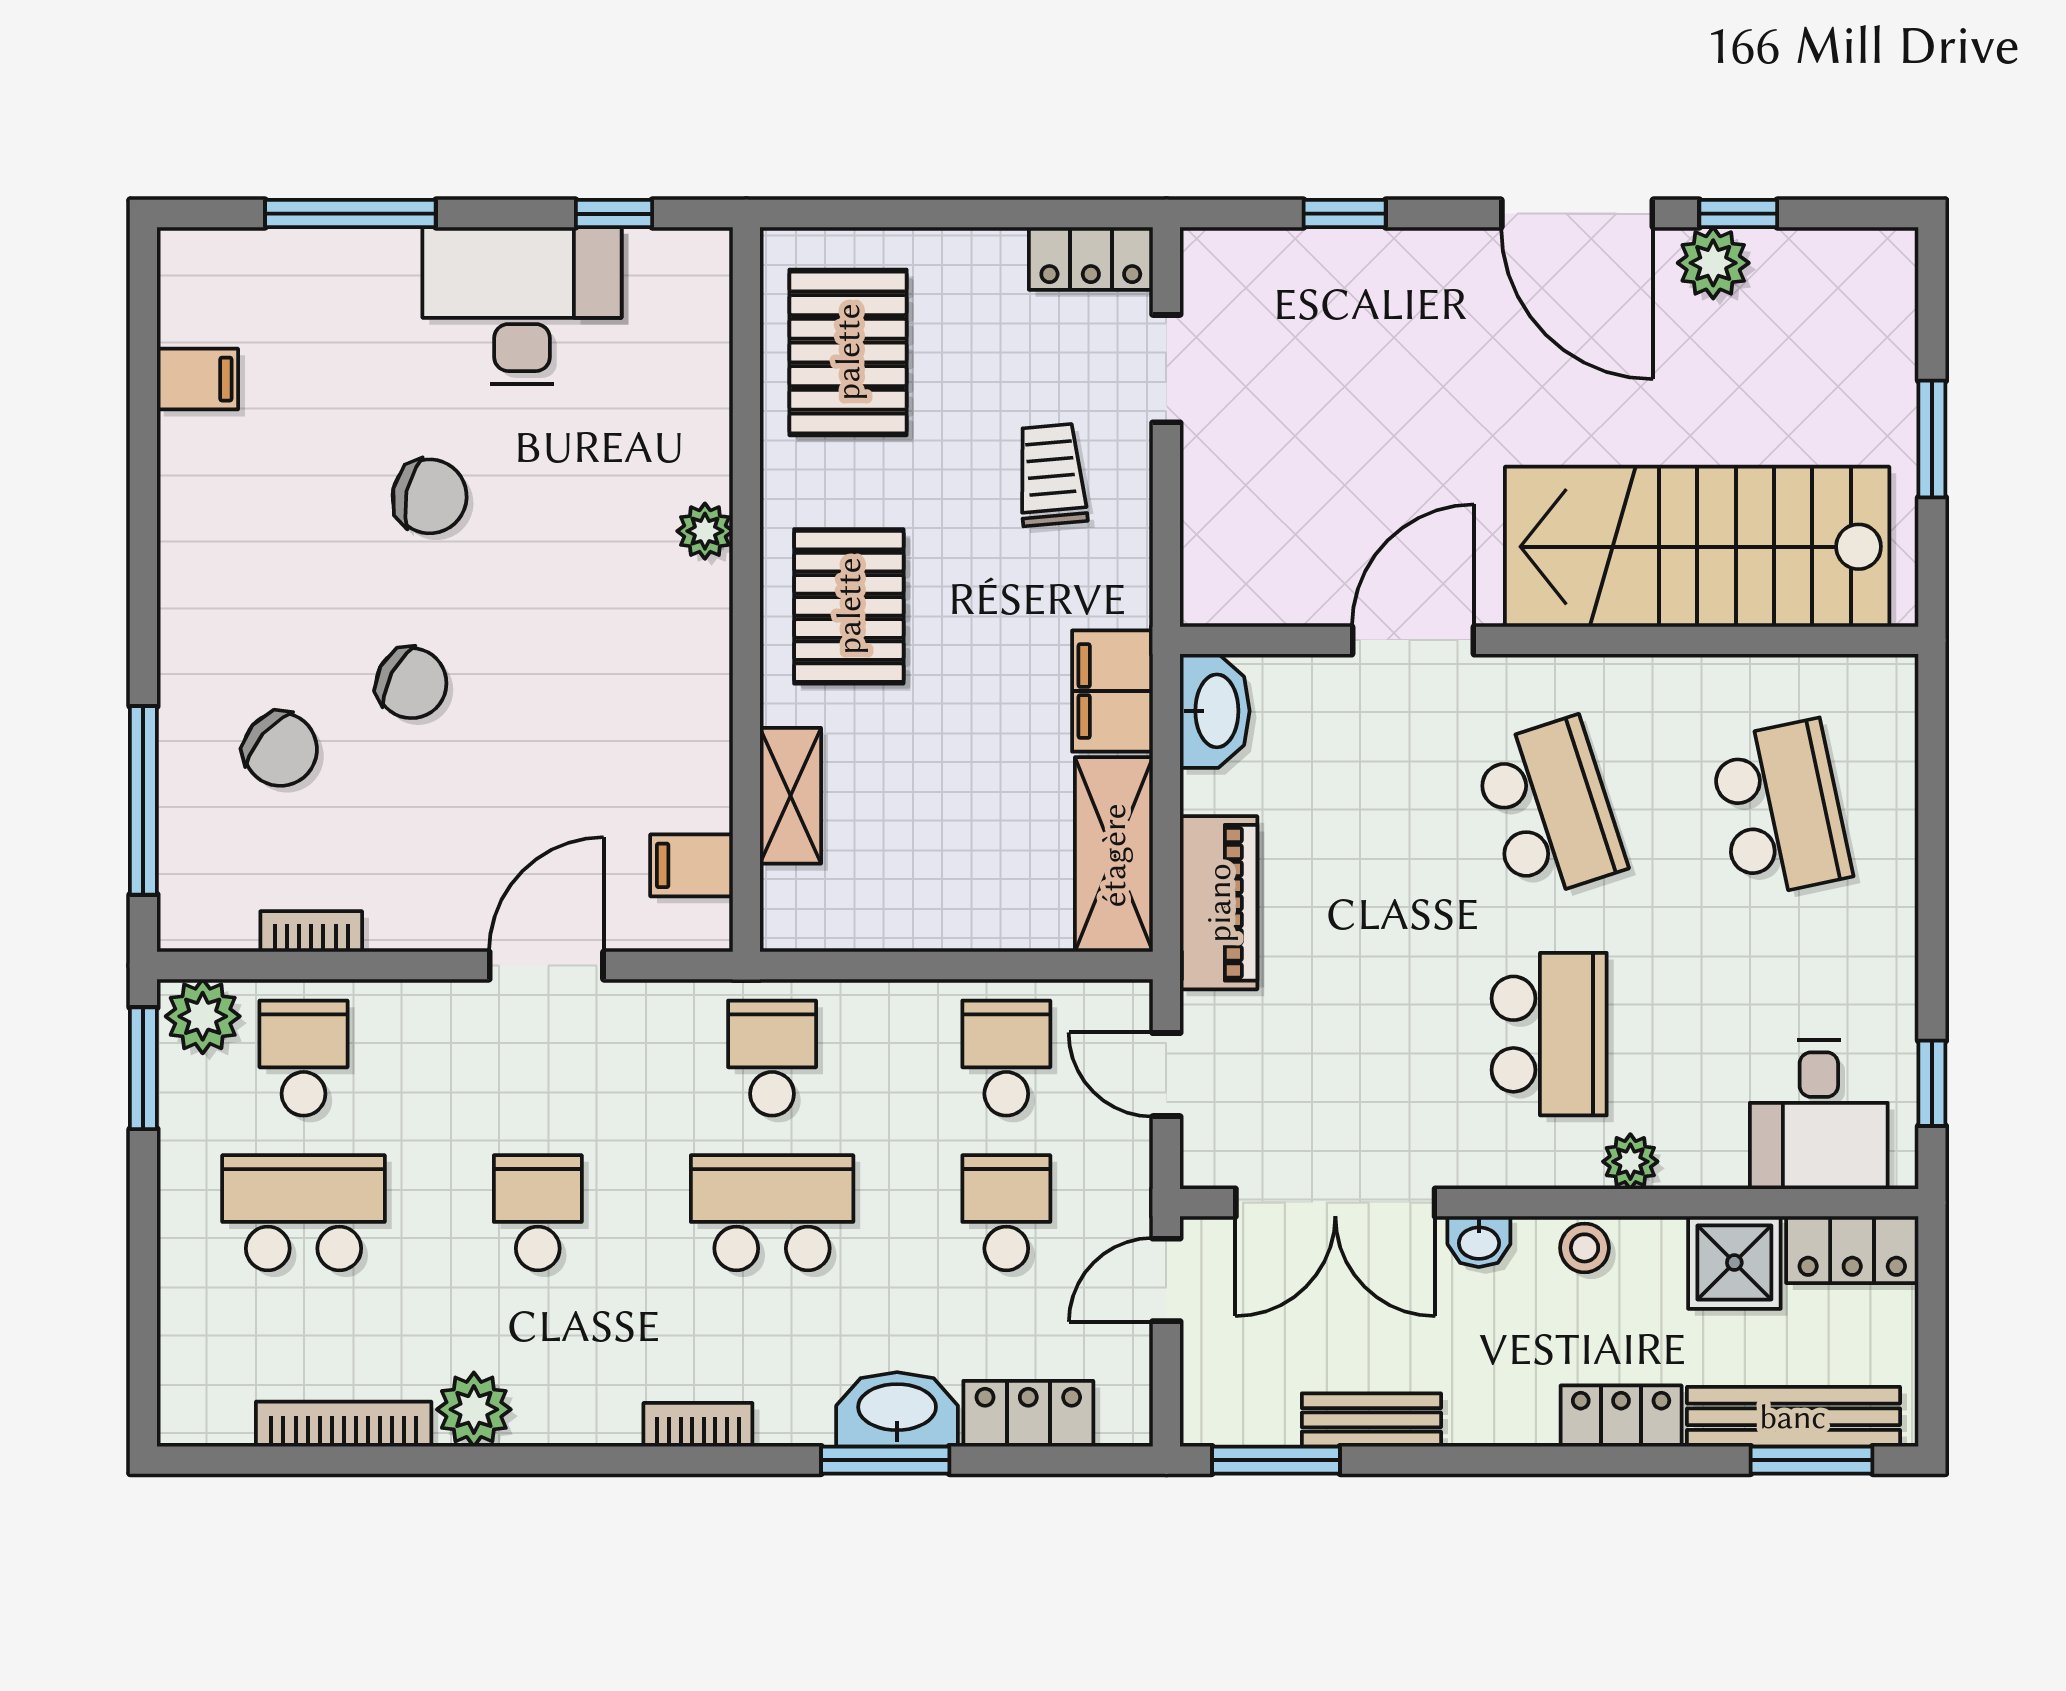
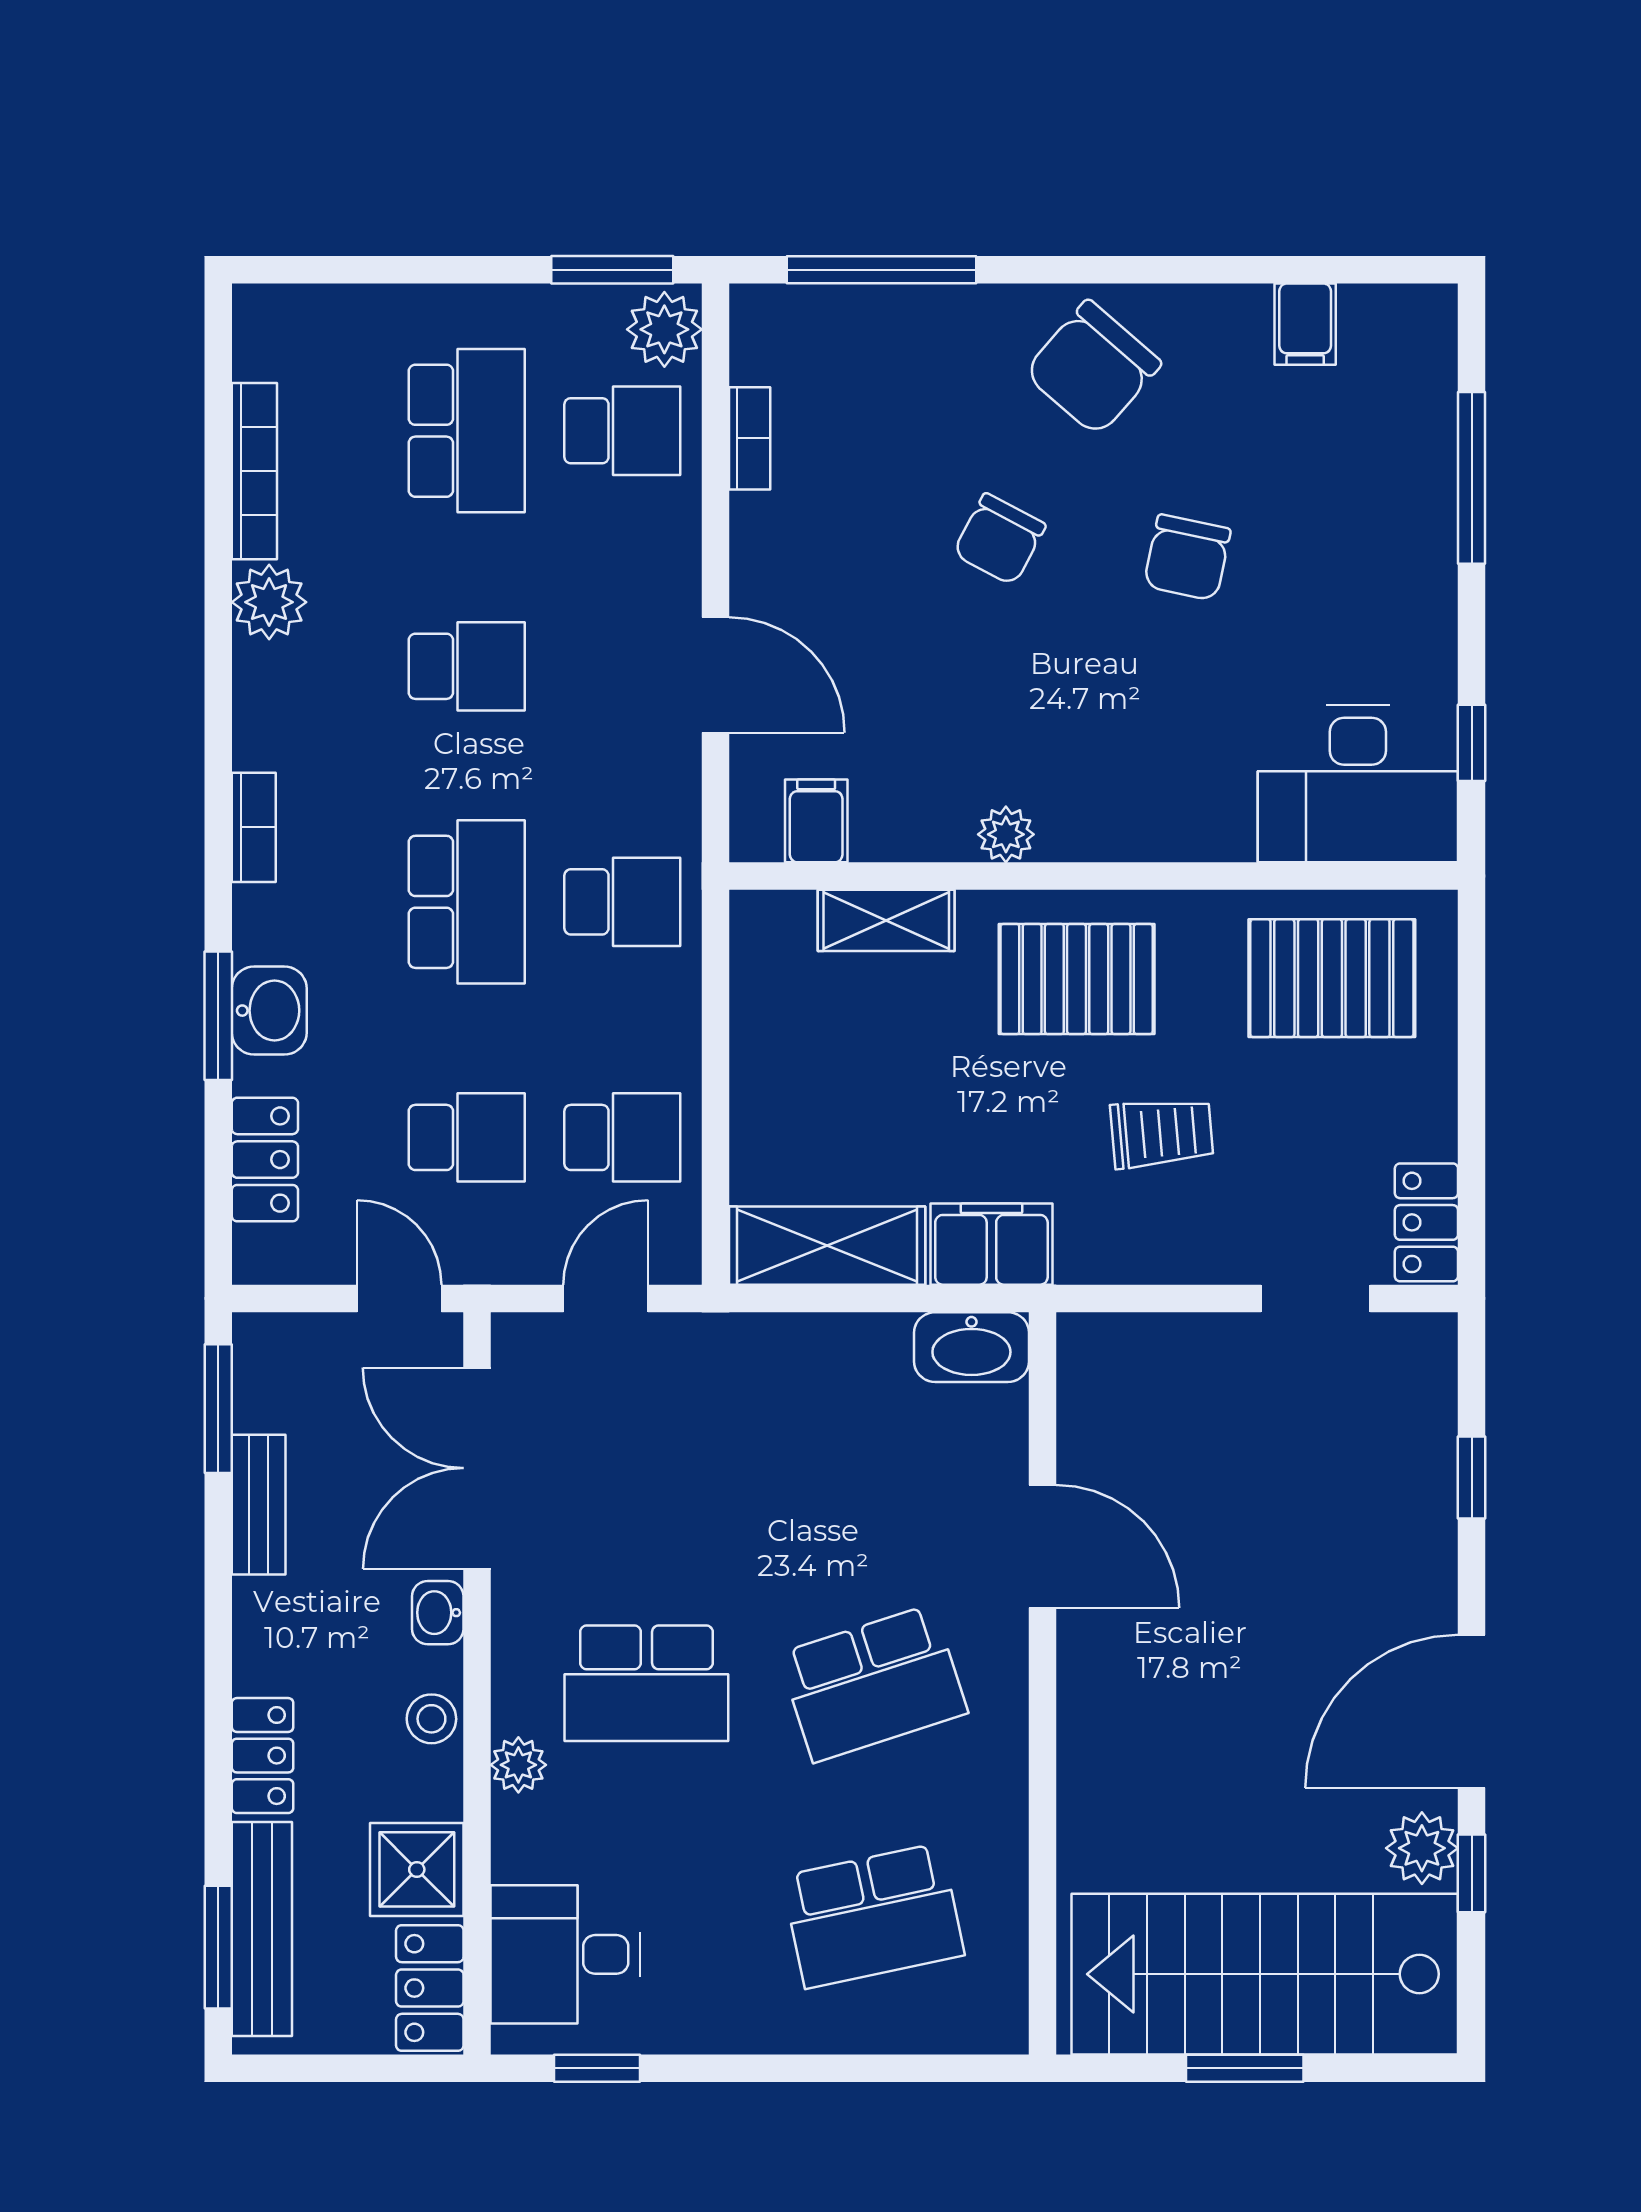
desk: (522, 305) -> (1358, 784), moved, turned 90
trolley: (1051, 475) -> (1162, 1133), moved
plant: (705, 531) -> (1006, 834), moved
stairs: (1697, 547) -> (1265, 1974), moved, turned -90
chair: (280, 749) -> (1093, 368), moved, width x1.37, depth x1.37
piano: (1219, 903) -> (779, 1351), removed
washbasin: (897, 1409) -> (269, 1011), width x0.72

